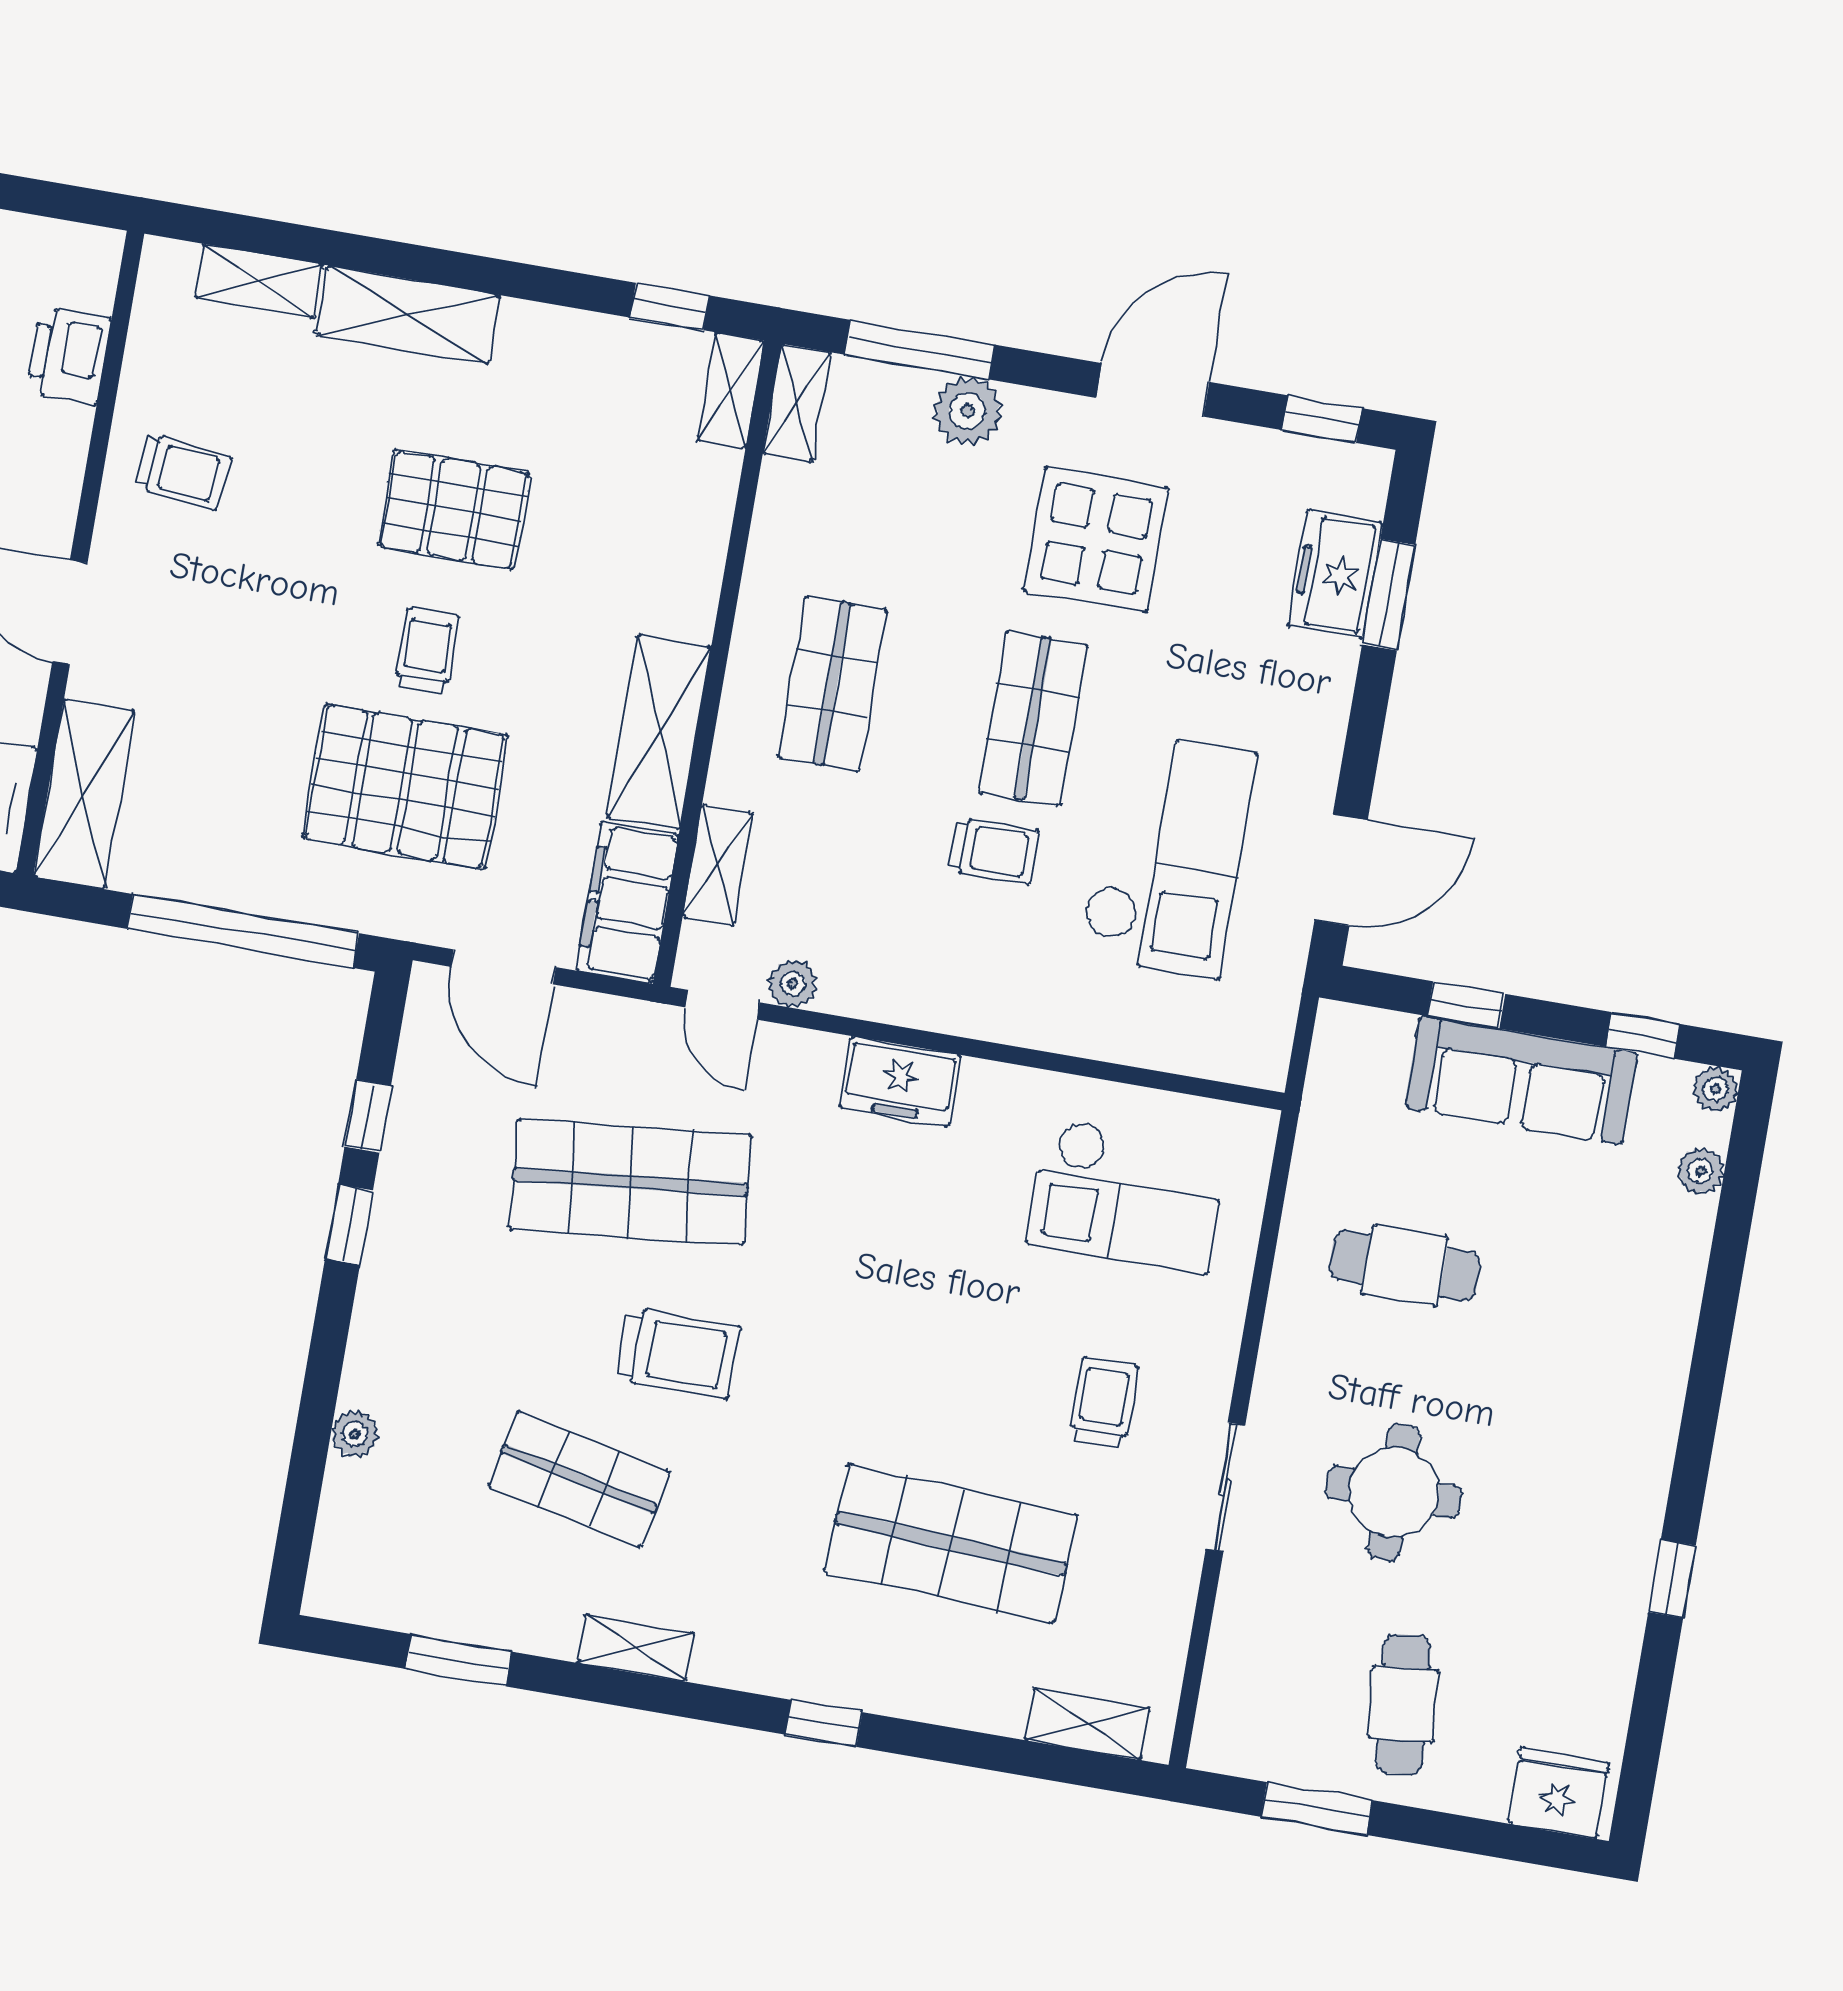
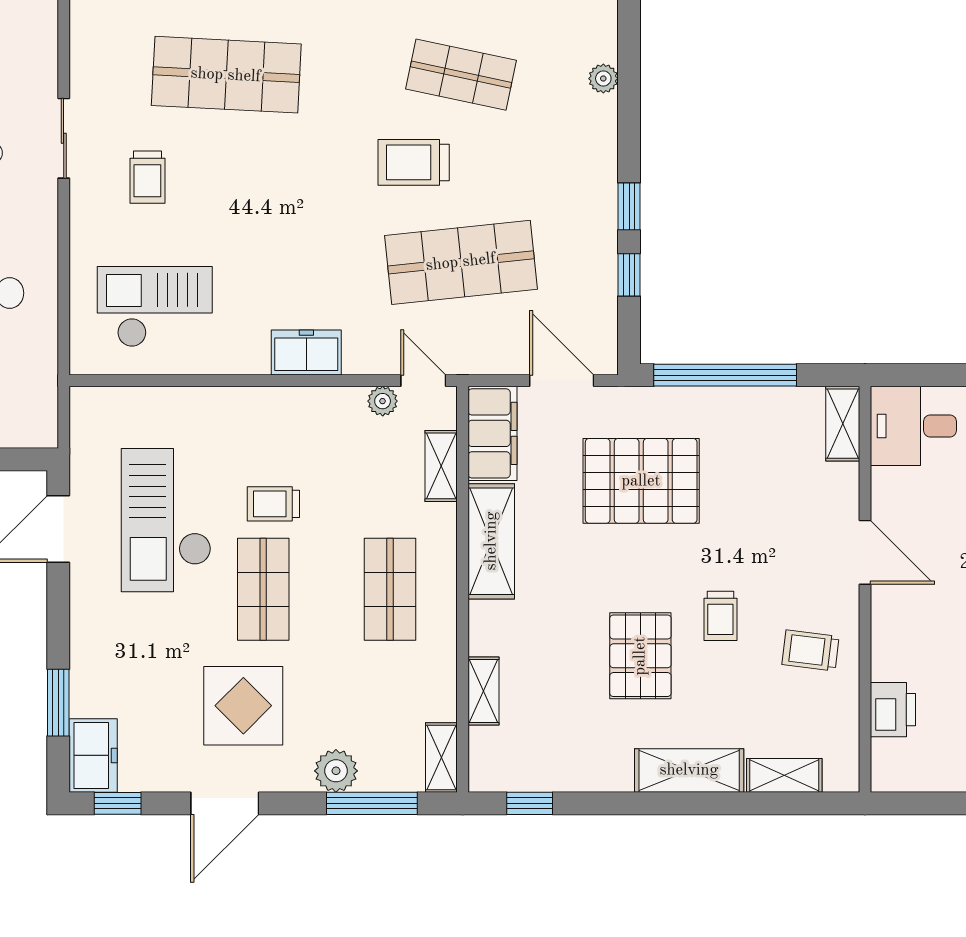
shelving: (730, 391) -> (483, 691), moved
pallet: (454, 510) -> (640, 656), turned 90
freezer: (1335, 574) -> (93, 755), moved
trolley: (427, 651) -> (720, 616), moved
shelving: (84, 794) -> (843, 424), width x0.67, depth x0.75

